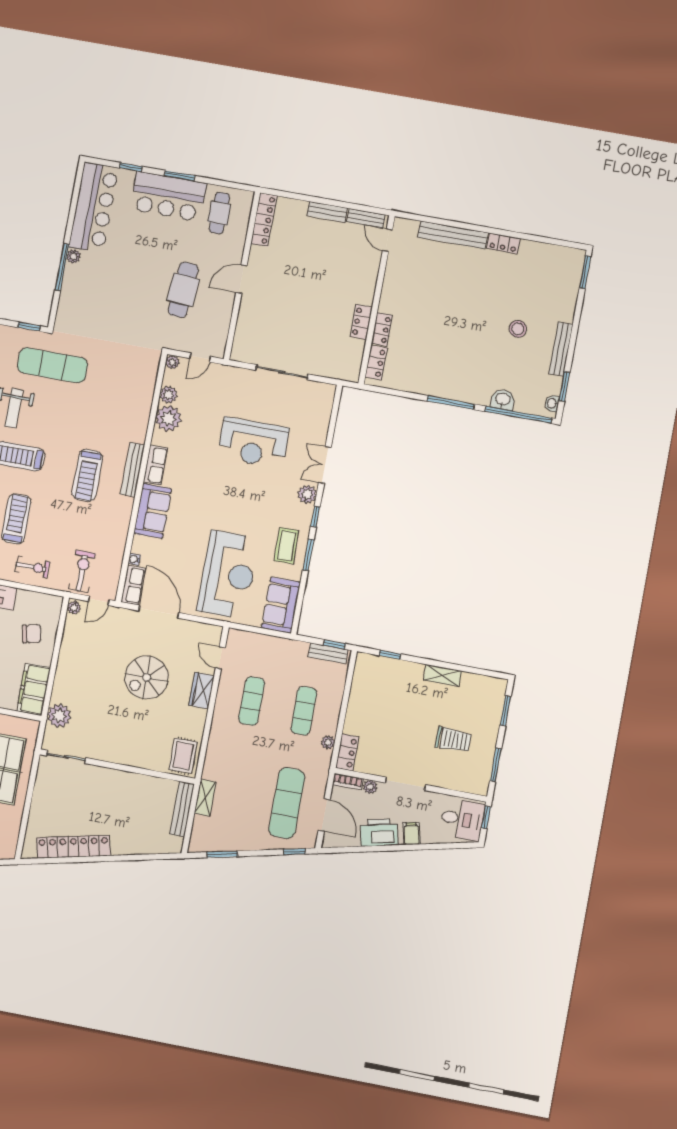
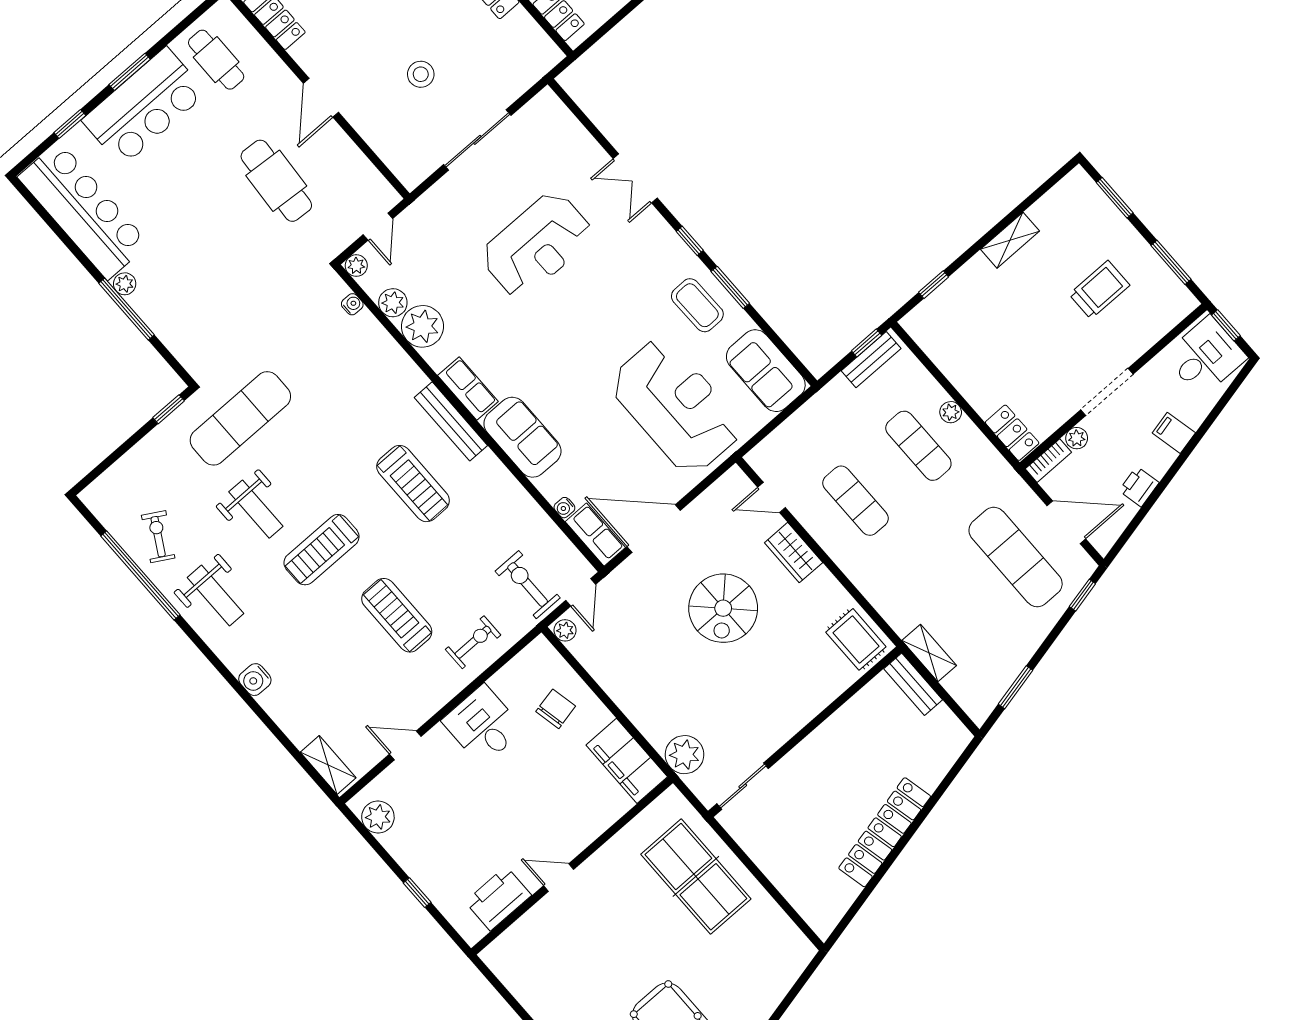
stool: (292, 319) -> (421, 74), added
water cooler: (152, 375) -> (352, 304), added
plant: (307, 494) -> (654, 229), removed
plant: (328, 742) -> (951, 412), moved
bench: (182, 809) -> (913, 684), width x0.73
printer: (379, 833) -> (1139, 487), width x0.53, depth x0.68
locker: (73, 847) -> (885, 832), moved

